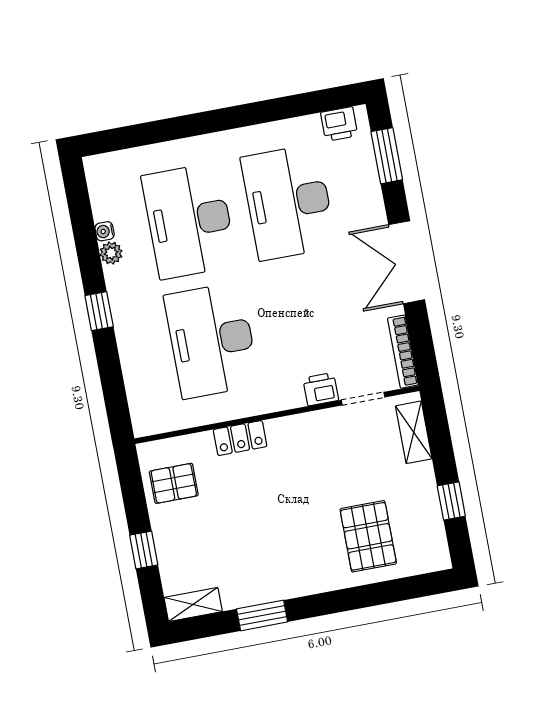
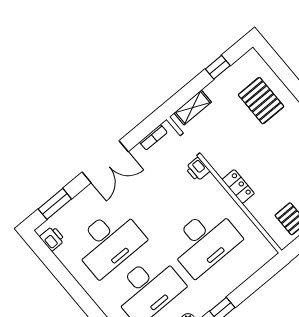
bookcase: (403, 352) -> (153, 137), width x0.64
locker: (240, 438) -> (238, 187), moved
pallet: (368, 536) -> (261, 101), turned 90

